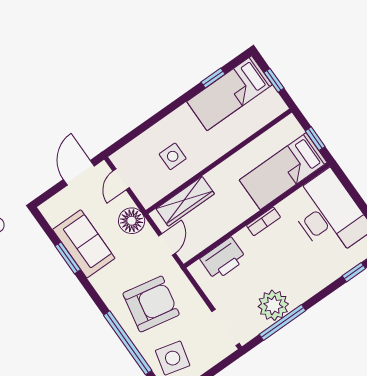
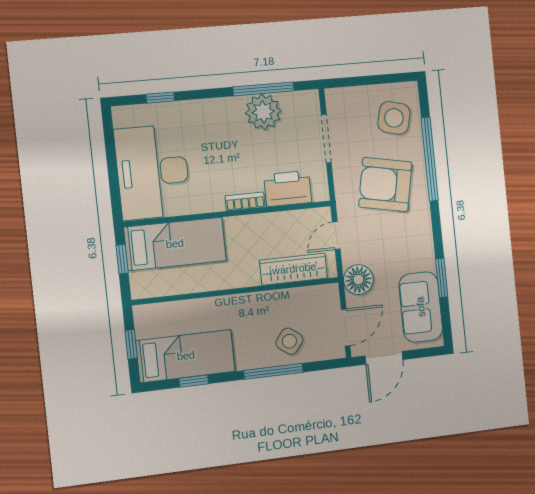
window: (158, 117) -> (273, 371), added
side table: (173, 156) -> (289, 341), moved, turned 37
door: (121, 179) -> (346, 328), width x1.38
bookcase: (264, 221) -> (245, 201), moved
sofa: (84, 244) -> (421, 307), moved
doorway: (226, 328) -> (326, 139), moved

